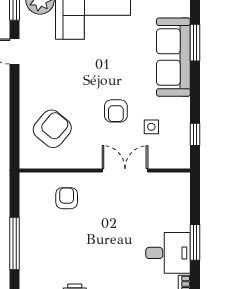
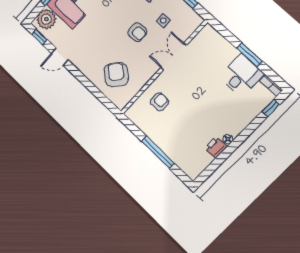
armchair: (67, 198) -> (159, 102), turned 90

